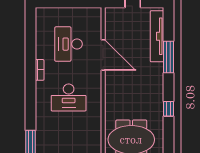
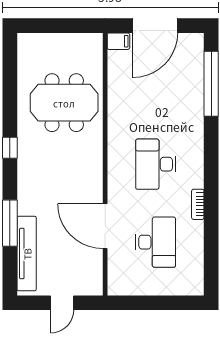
desk: (69, 97) -> (156, 164), turned -90

